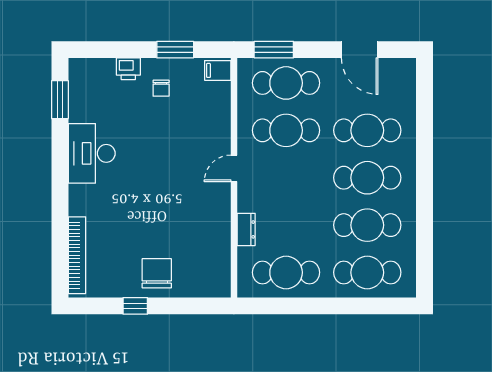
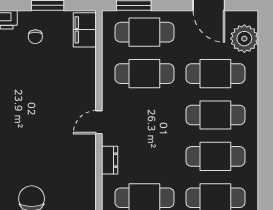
filing cabinet: (218, 70) -> (85, 30), width x2.00
plant: (400, 90) -> (244, 39), added
door: (234, 168) -> (99, 122), moved

